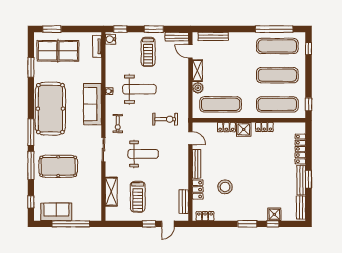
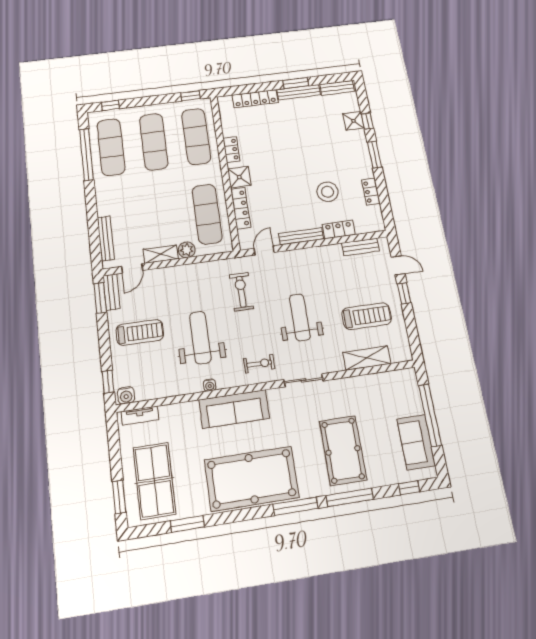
window: (154, 29) -> (100, 298), moved
locker: (226, 127) -> (241, 208), width x1.53
locker: (205, 216) -> (371, 192), moved

